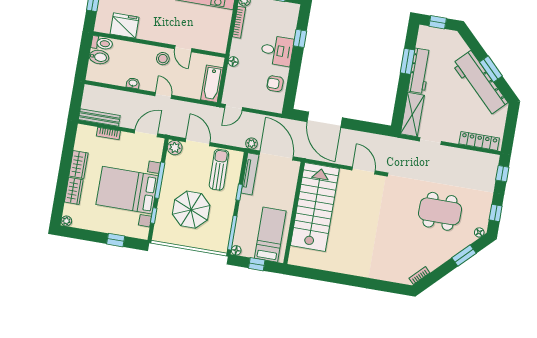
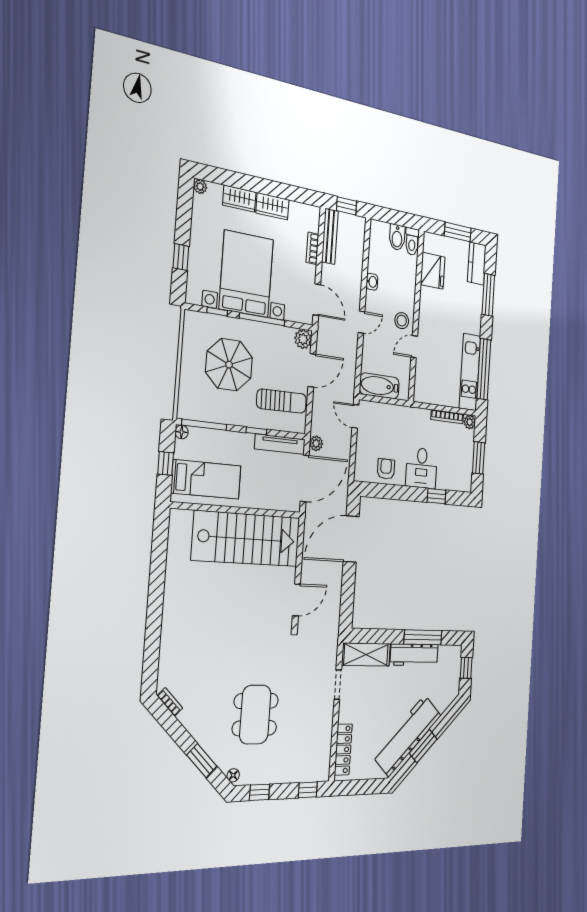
window: (407, 61) -> (423, 637), width x1.44
floor lamp: (233, 62) -> (406, 412), removed
window: (76, 101) -> (347, 206), added

